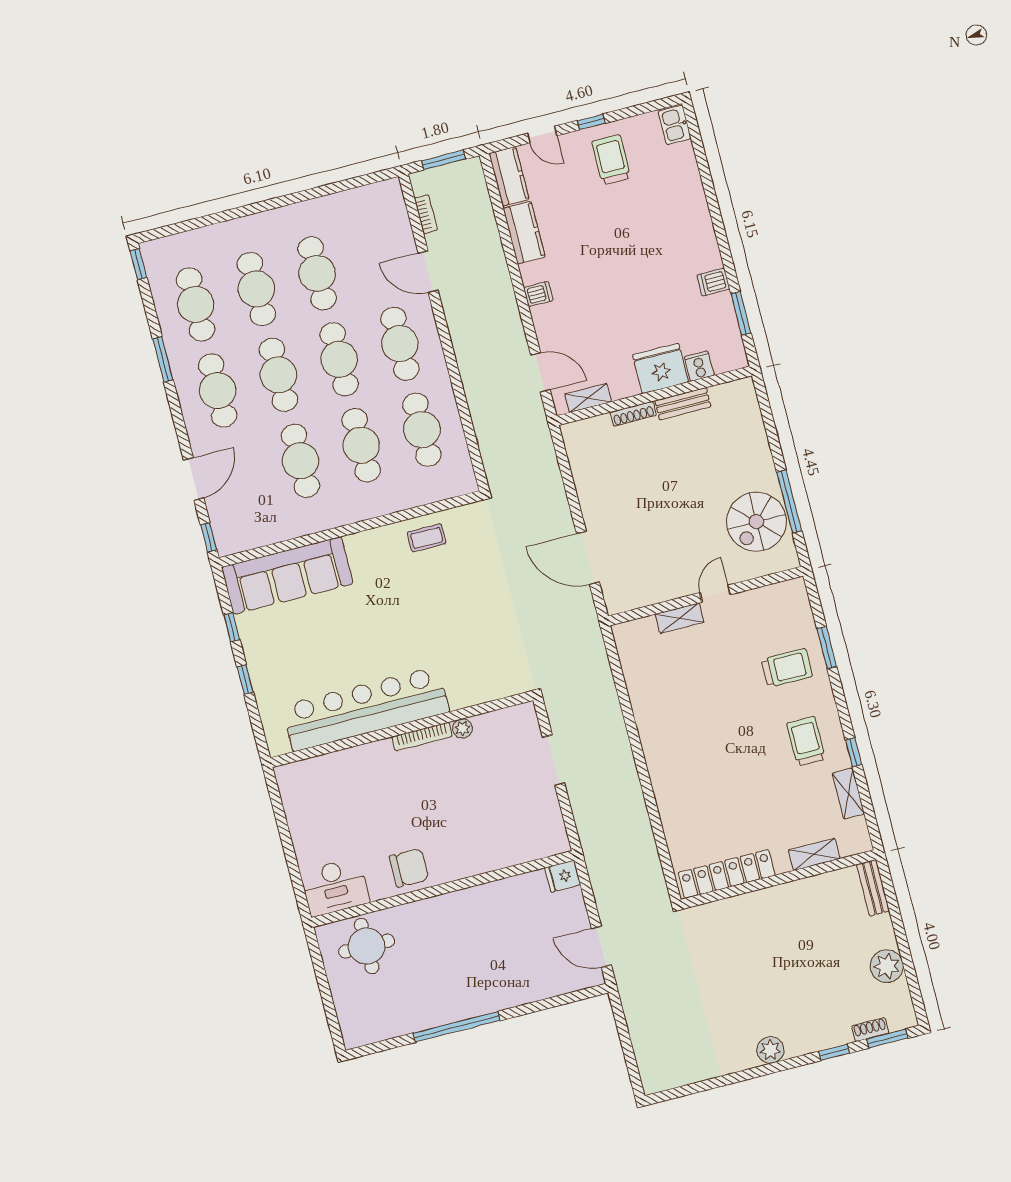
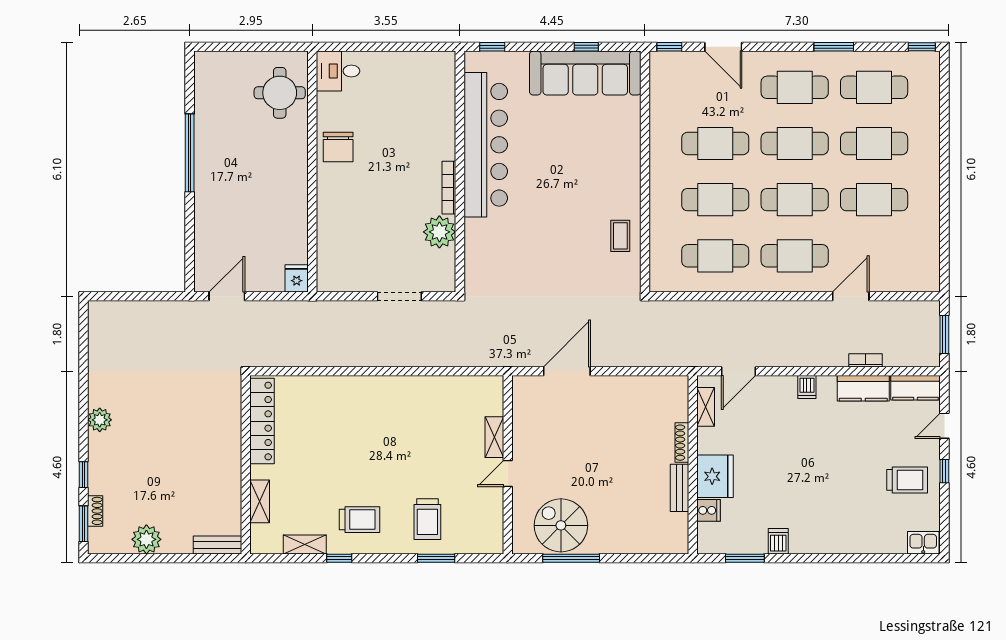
bookcase: (426, 214) -> (865, 360), moved, turned 180
sofa: (287, 575) -> (585, 73), moved, turned -90
door: (715, 594) -> (508, 474), swing flipped
window: (245, 680) -> (492, 47), moved
plant: (462, 728) -> (439, 232), width x1.88, depth x1.88
desk: (335, 887) -> (338, 71), width x0.73

